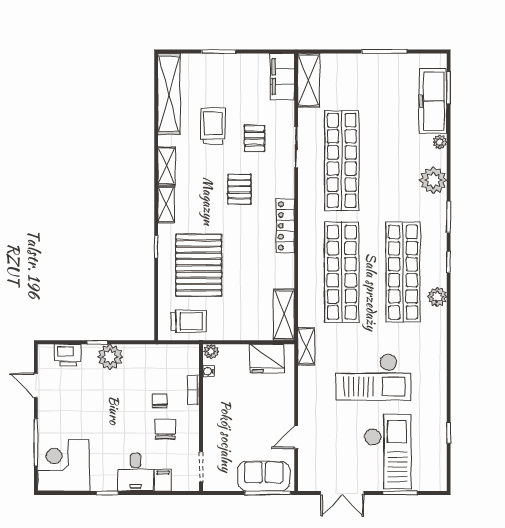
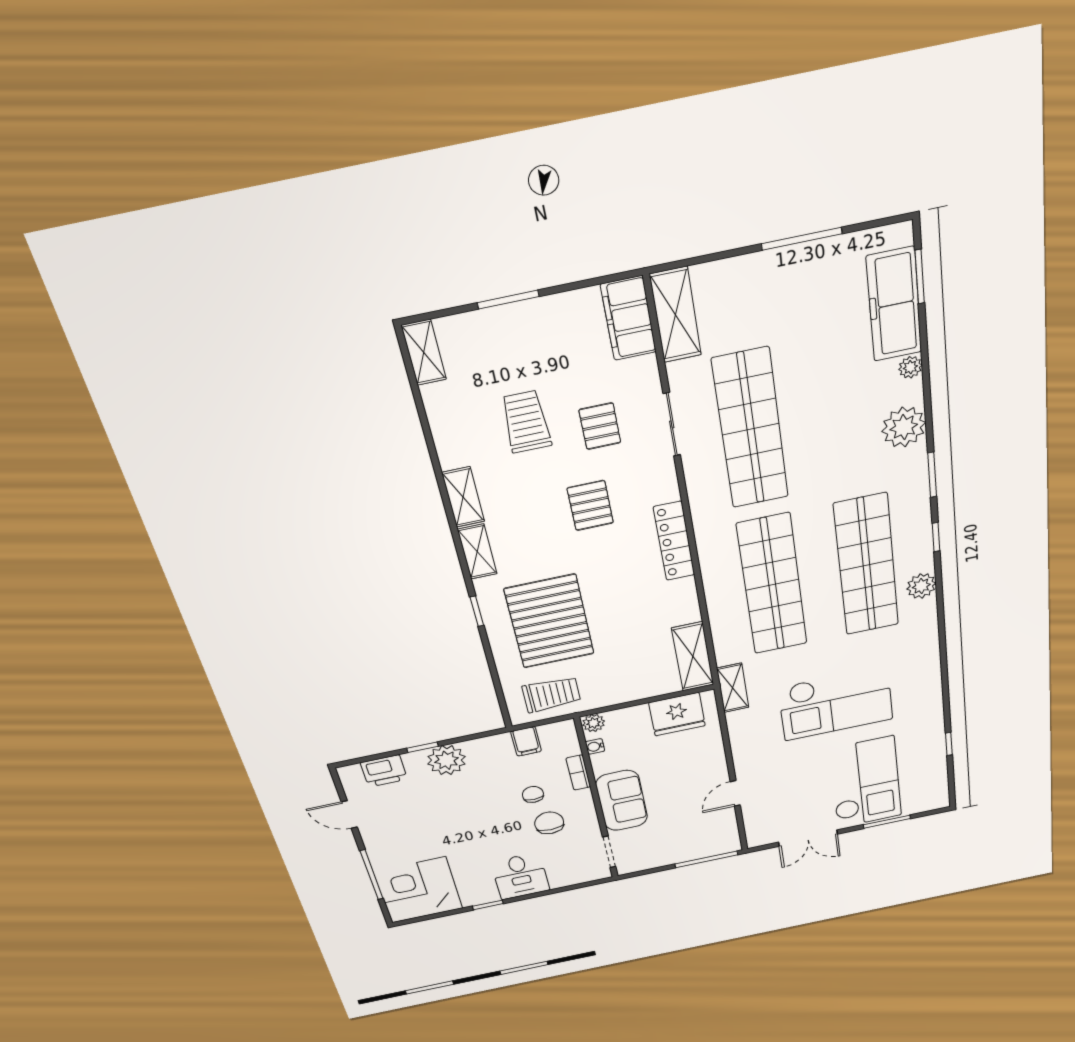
shelving: (169, 94) -> (424, 352), width x0.45, depth x0.75
sofa: (264, 476) -> (622, 801), moved, turned 90
filing cabinet: (163, 480) -> (526, 741), moved, turned 180

